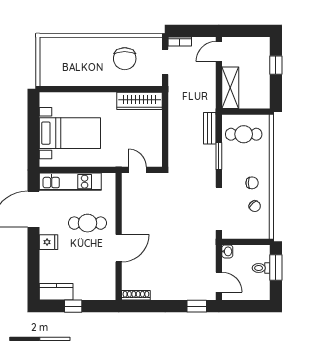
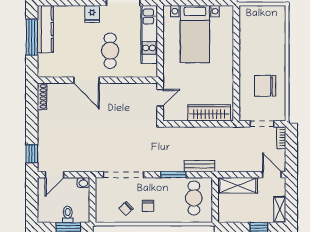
shelving: (256, 43) -> (280, 209), added
wardrobe: (140, 101) -> (209, 113), moved, turned 90
kitchen counter: (56, 292) -> (45, 29), width x1.50
window: (73, 306) -> (32, 37), width x2.17

